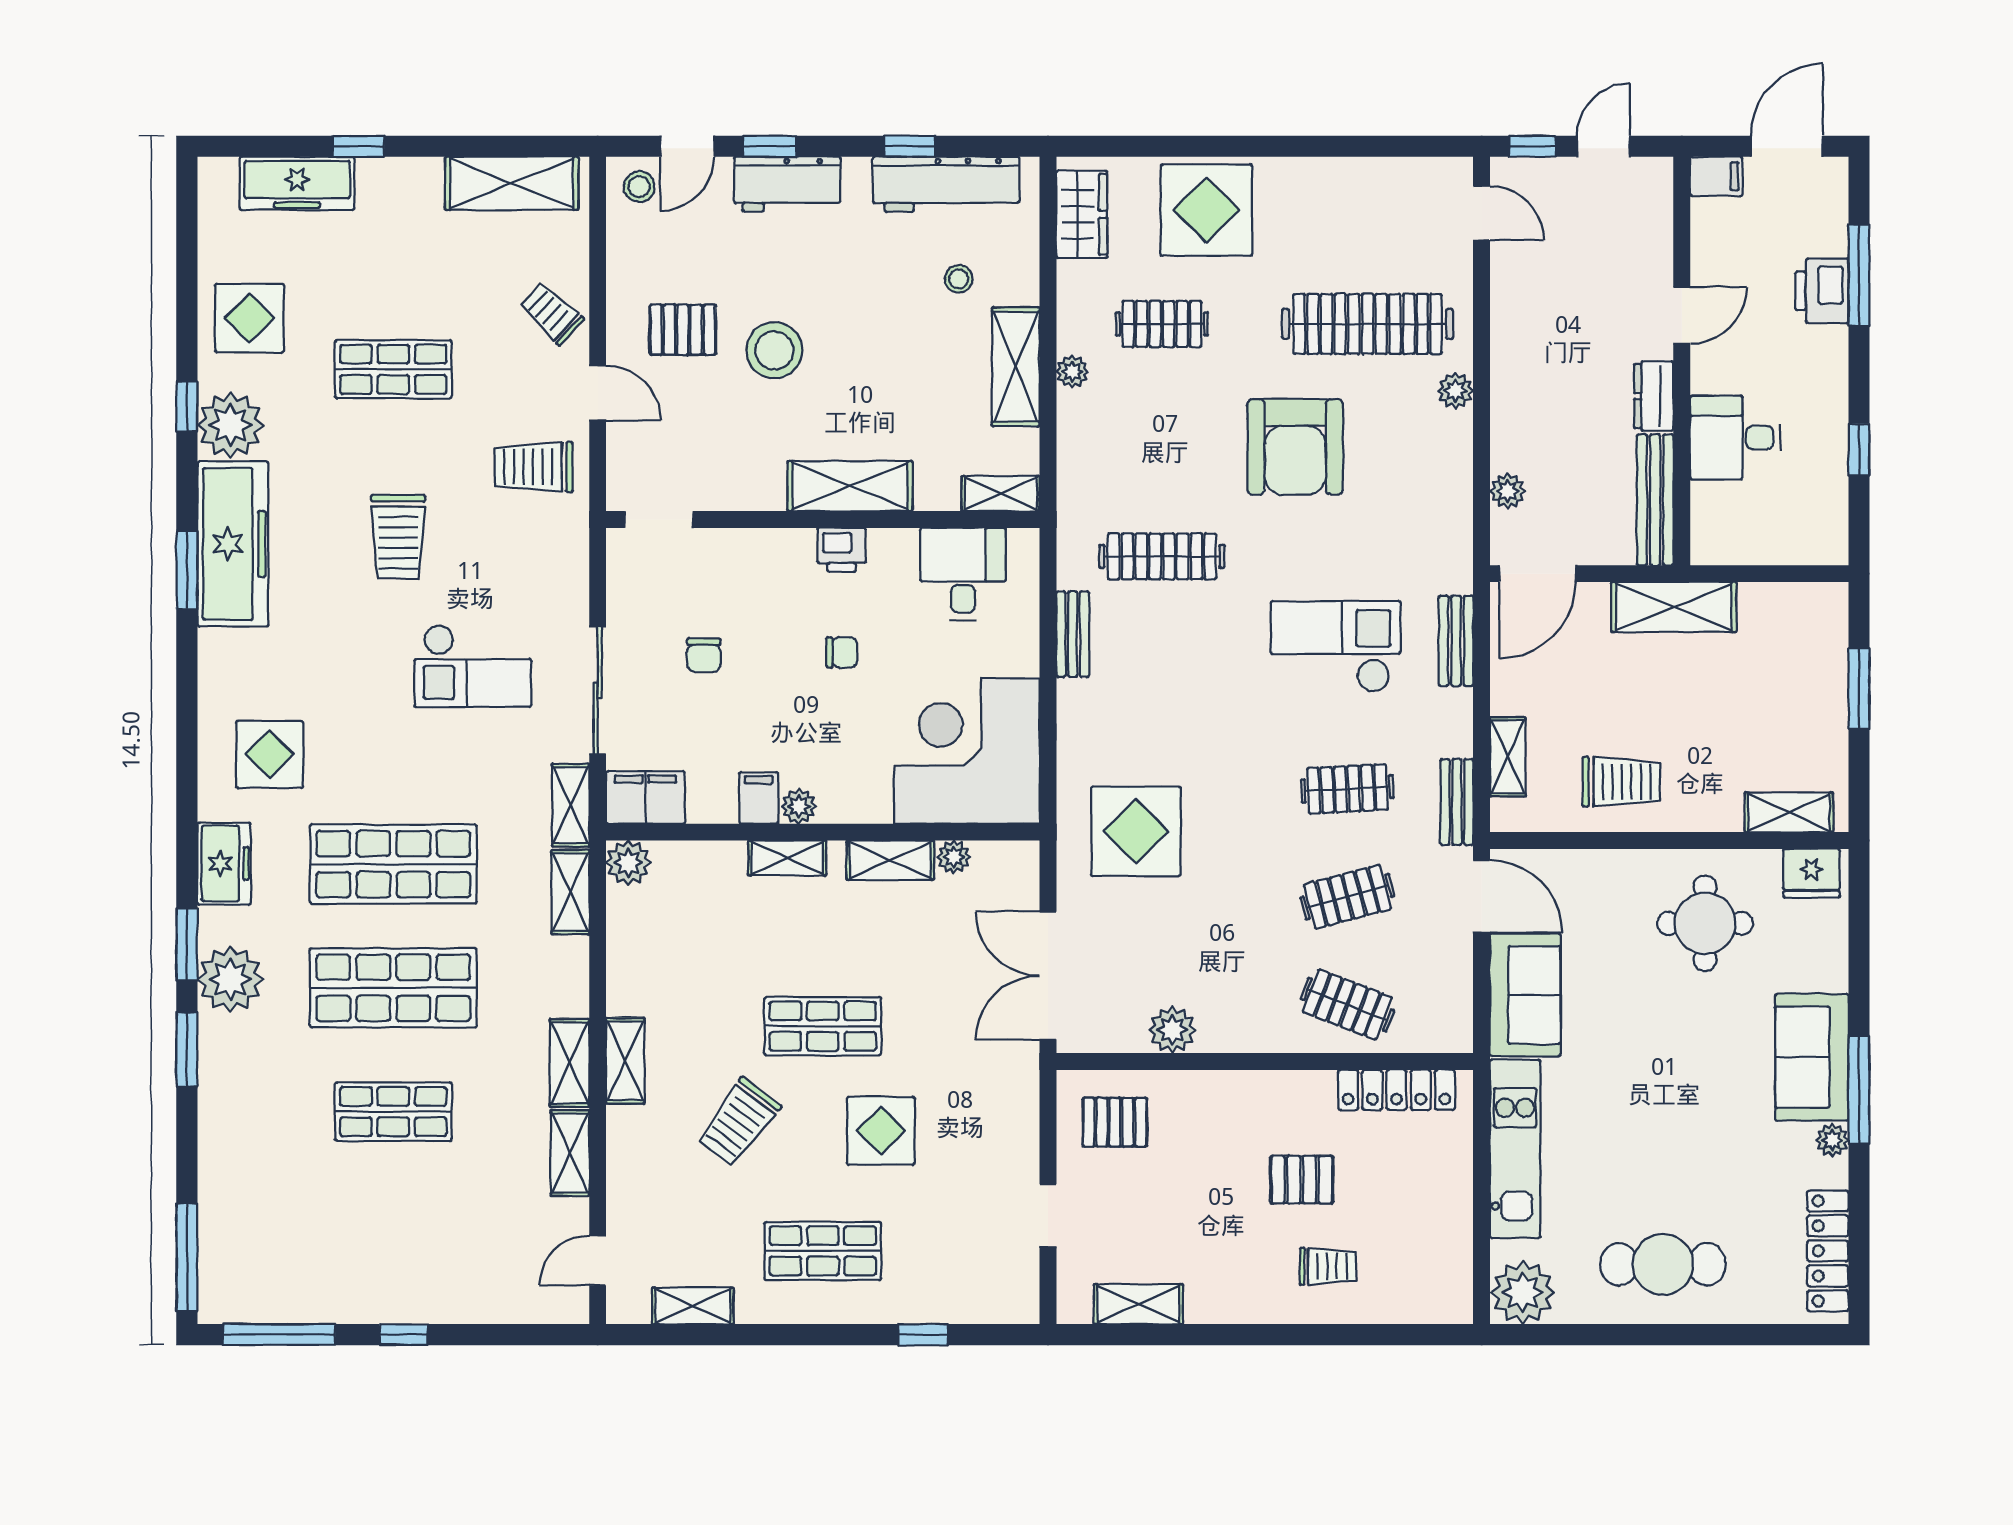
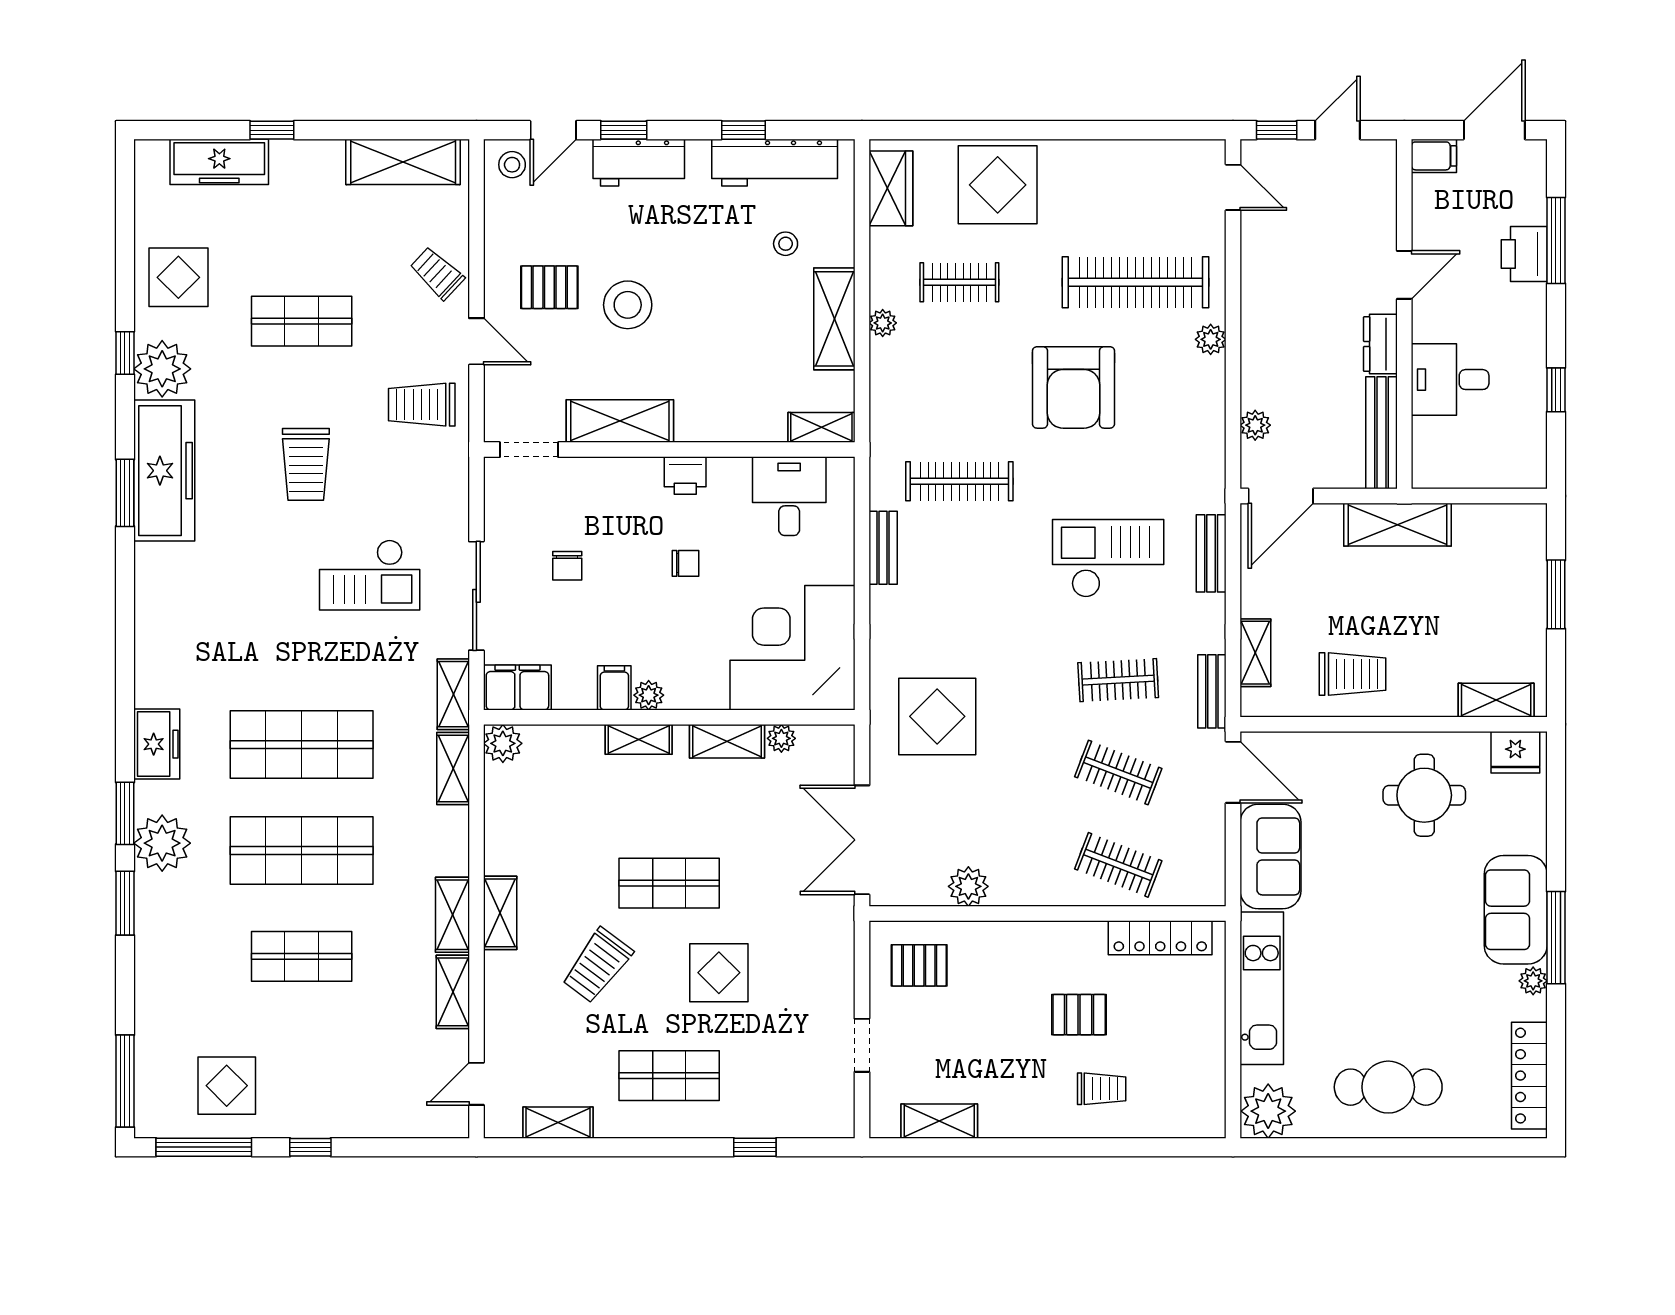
shelving: (850, 486) -> (620, 421), moved
display table: (270, 754) -> (227, 1086), moved
clothes rail: (1347, 897) -> (1118, 773), turned 36

